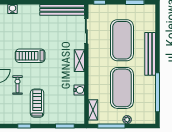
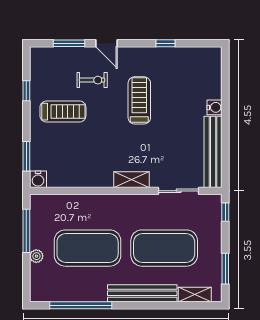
water cooler: (12, 9) -> (215, 107), moved
water cooler: (79, 90) -> (38, 179), moved
shelving: (93, 110) -> (195, 294), moved

